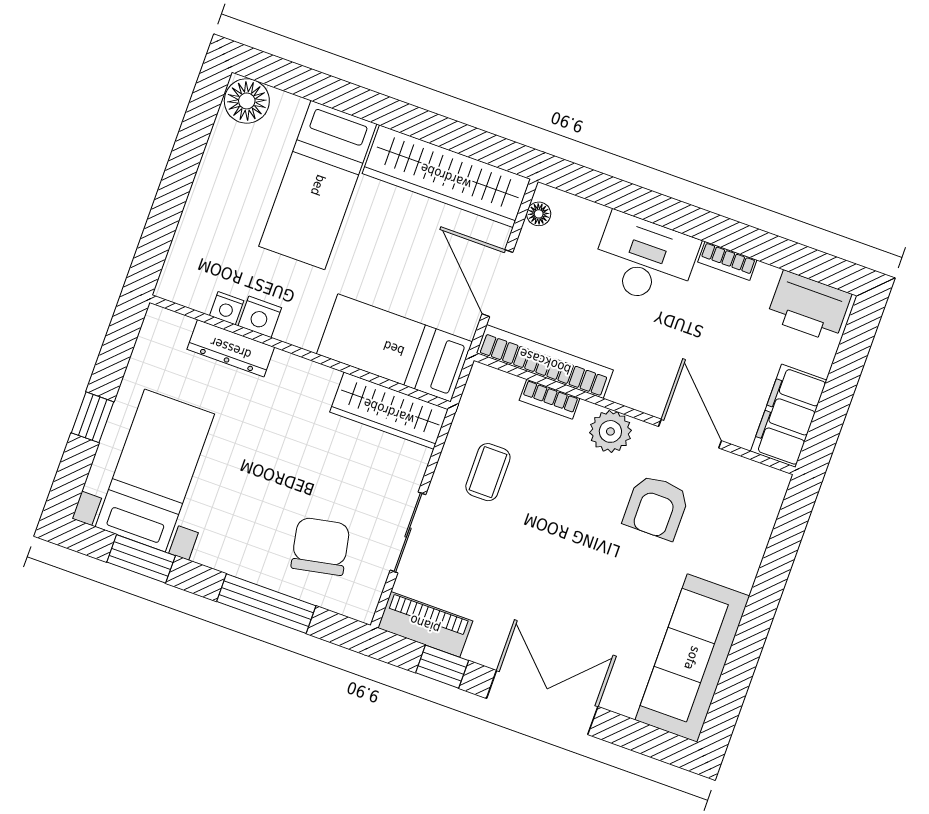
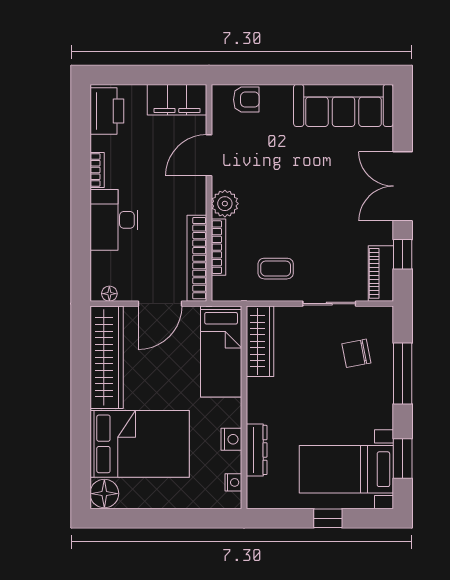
bed: (318, 185) -> (140, 444), width x1.50
nightstand: (227, 308) -> (233, 482), moved
bookcase: (550, 399) -> (219, 247), width x1.56
armchair: (656, 507) -> (246, 100), moved, width x0.72, depth x0.72
chair: (320, 546) -> (356, 353), width x0.73, depth x0.73

